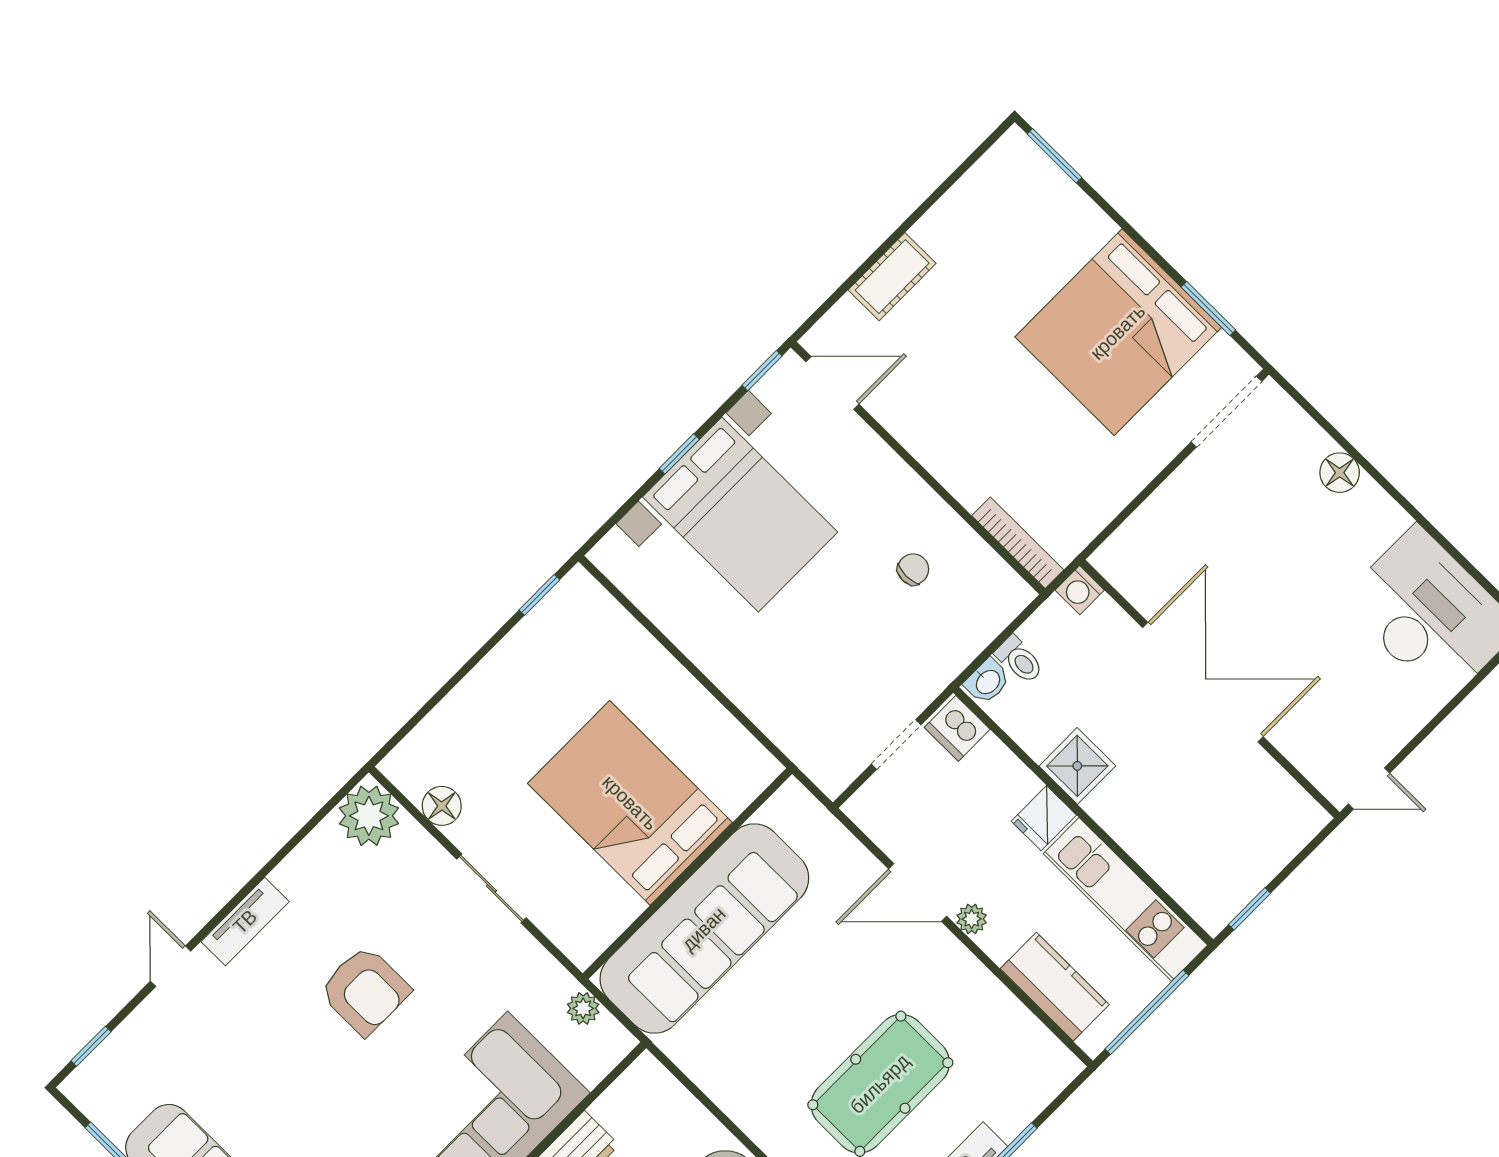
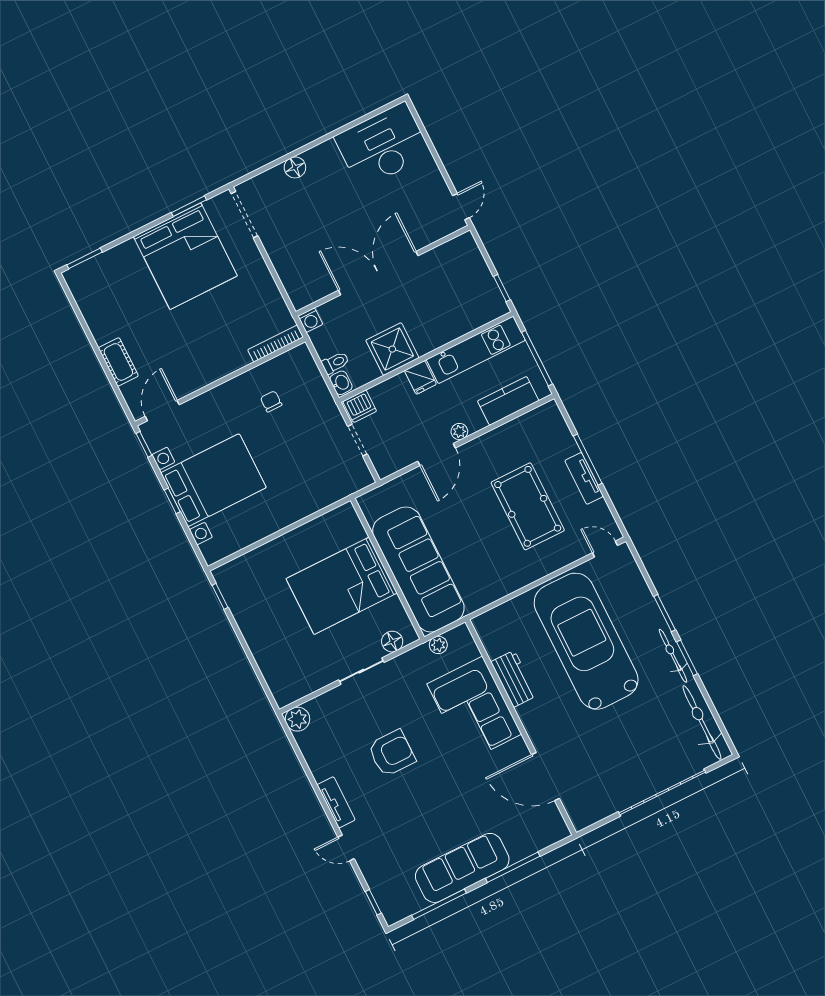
shower: (1077, 766) -> (392, 349), width x1.36, depth x1.36
floor lamp: (442, 806) -> (392, 642), moved
plant: (369, 816) -> (297, 719), width x0.73, depth x0.73

